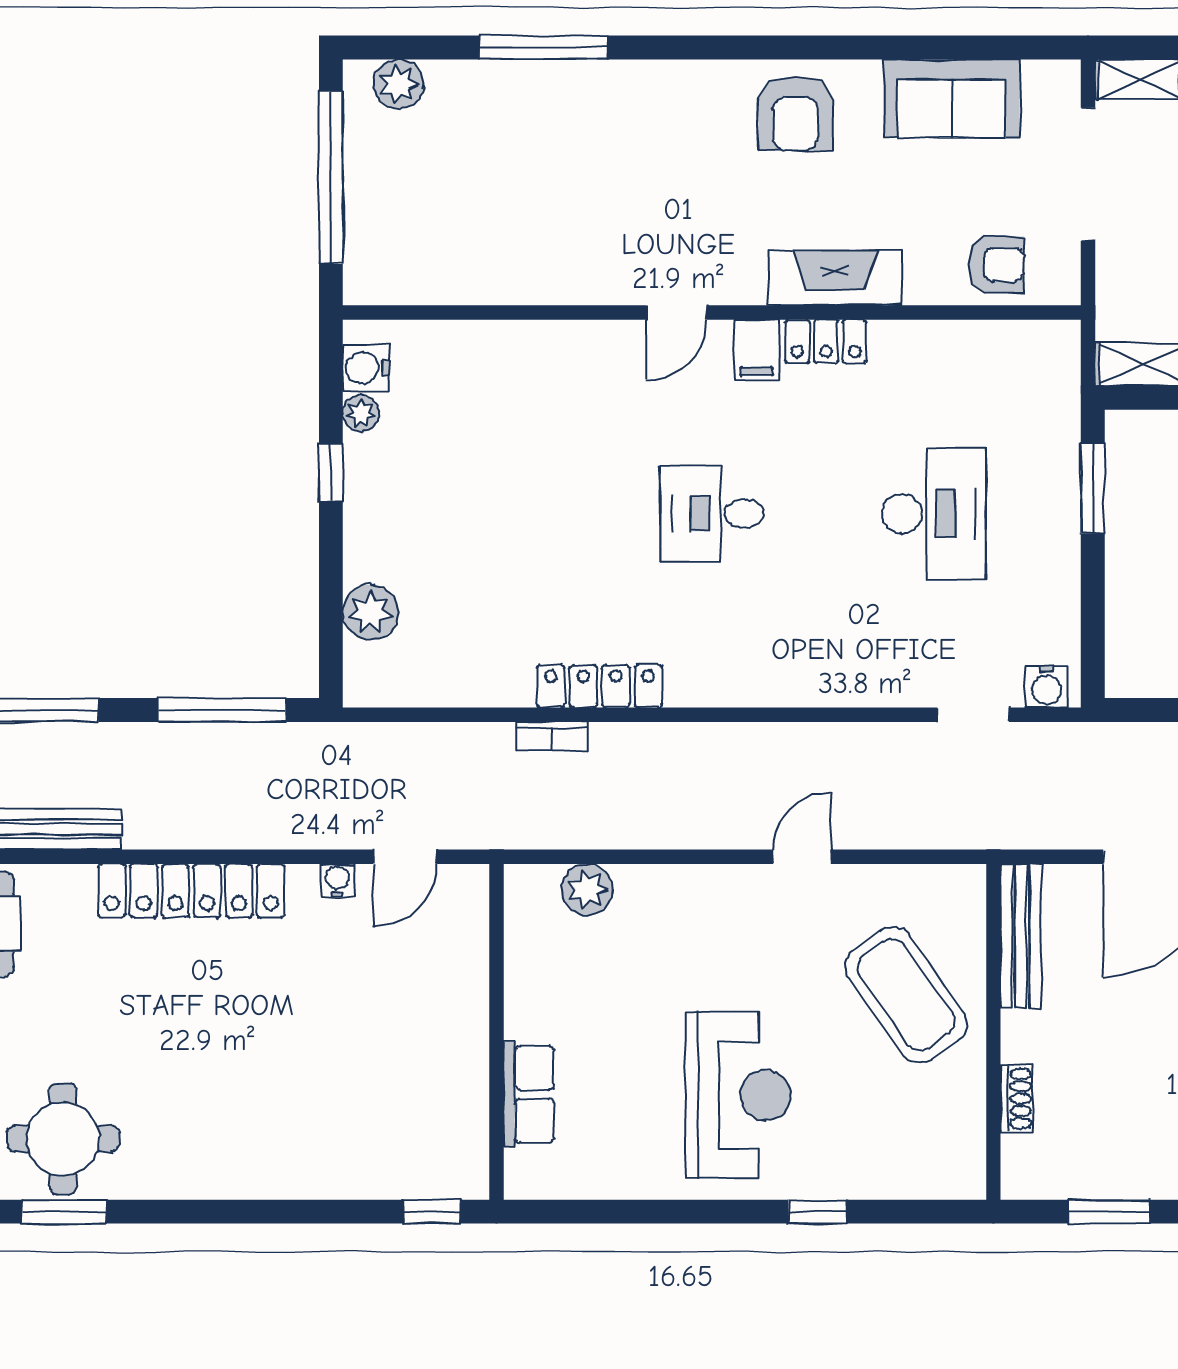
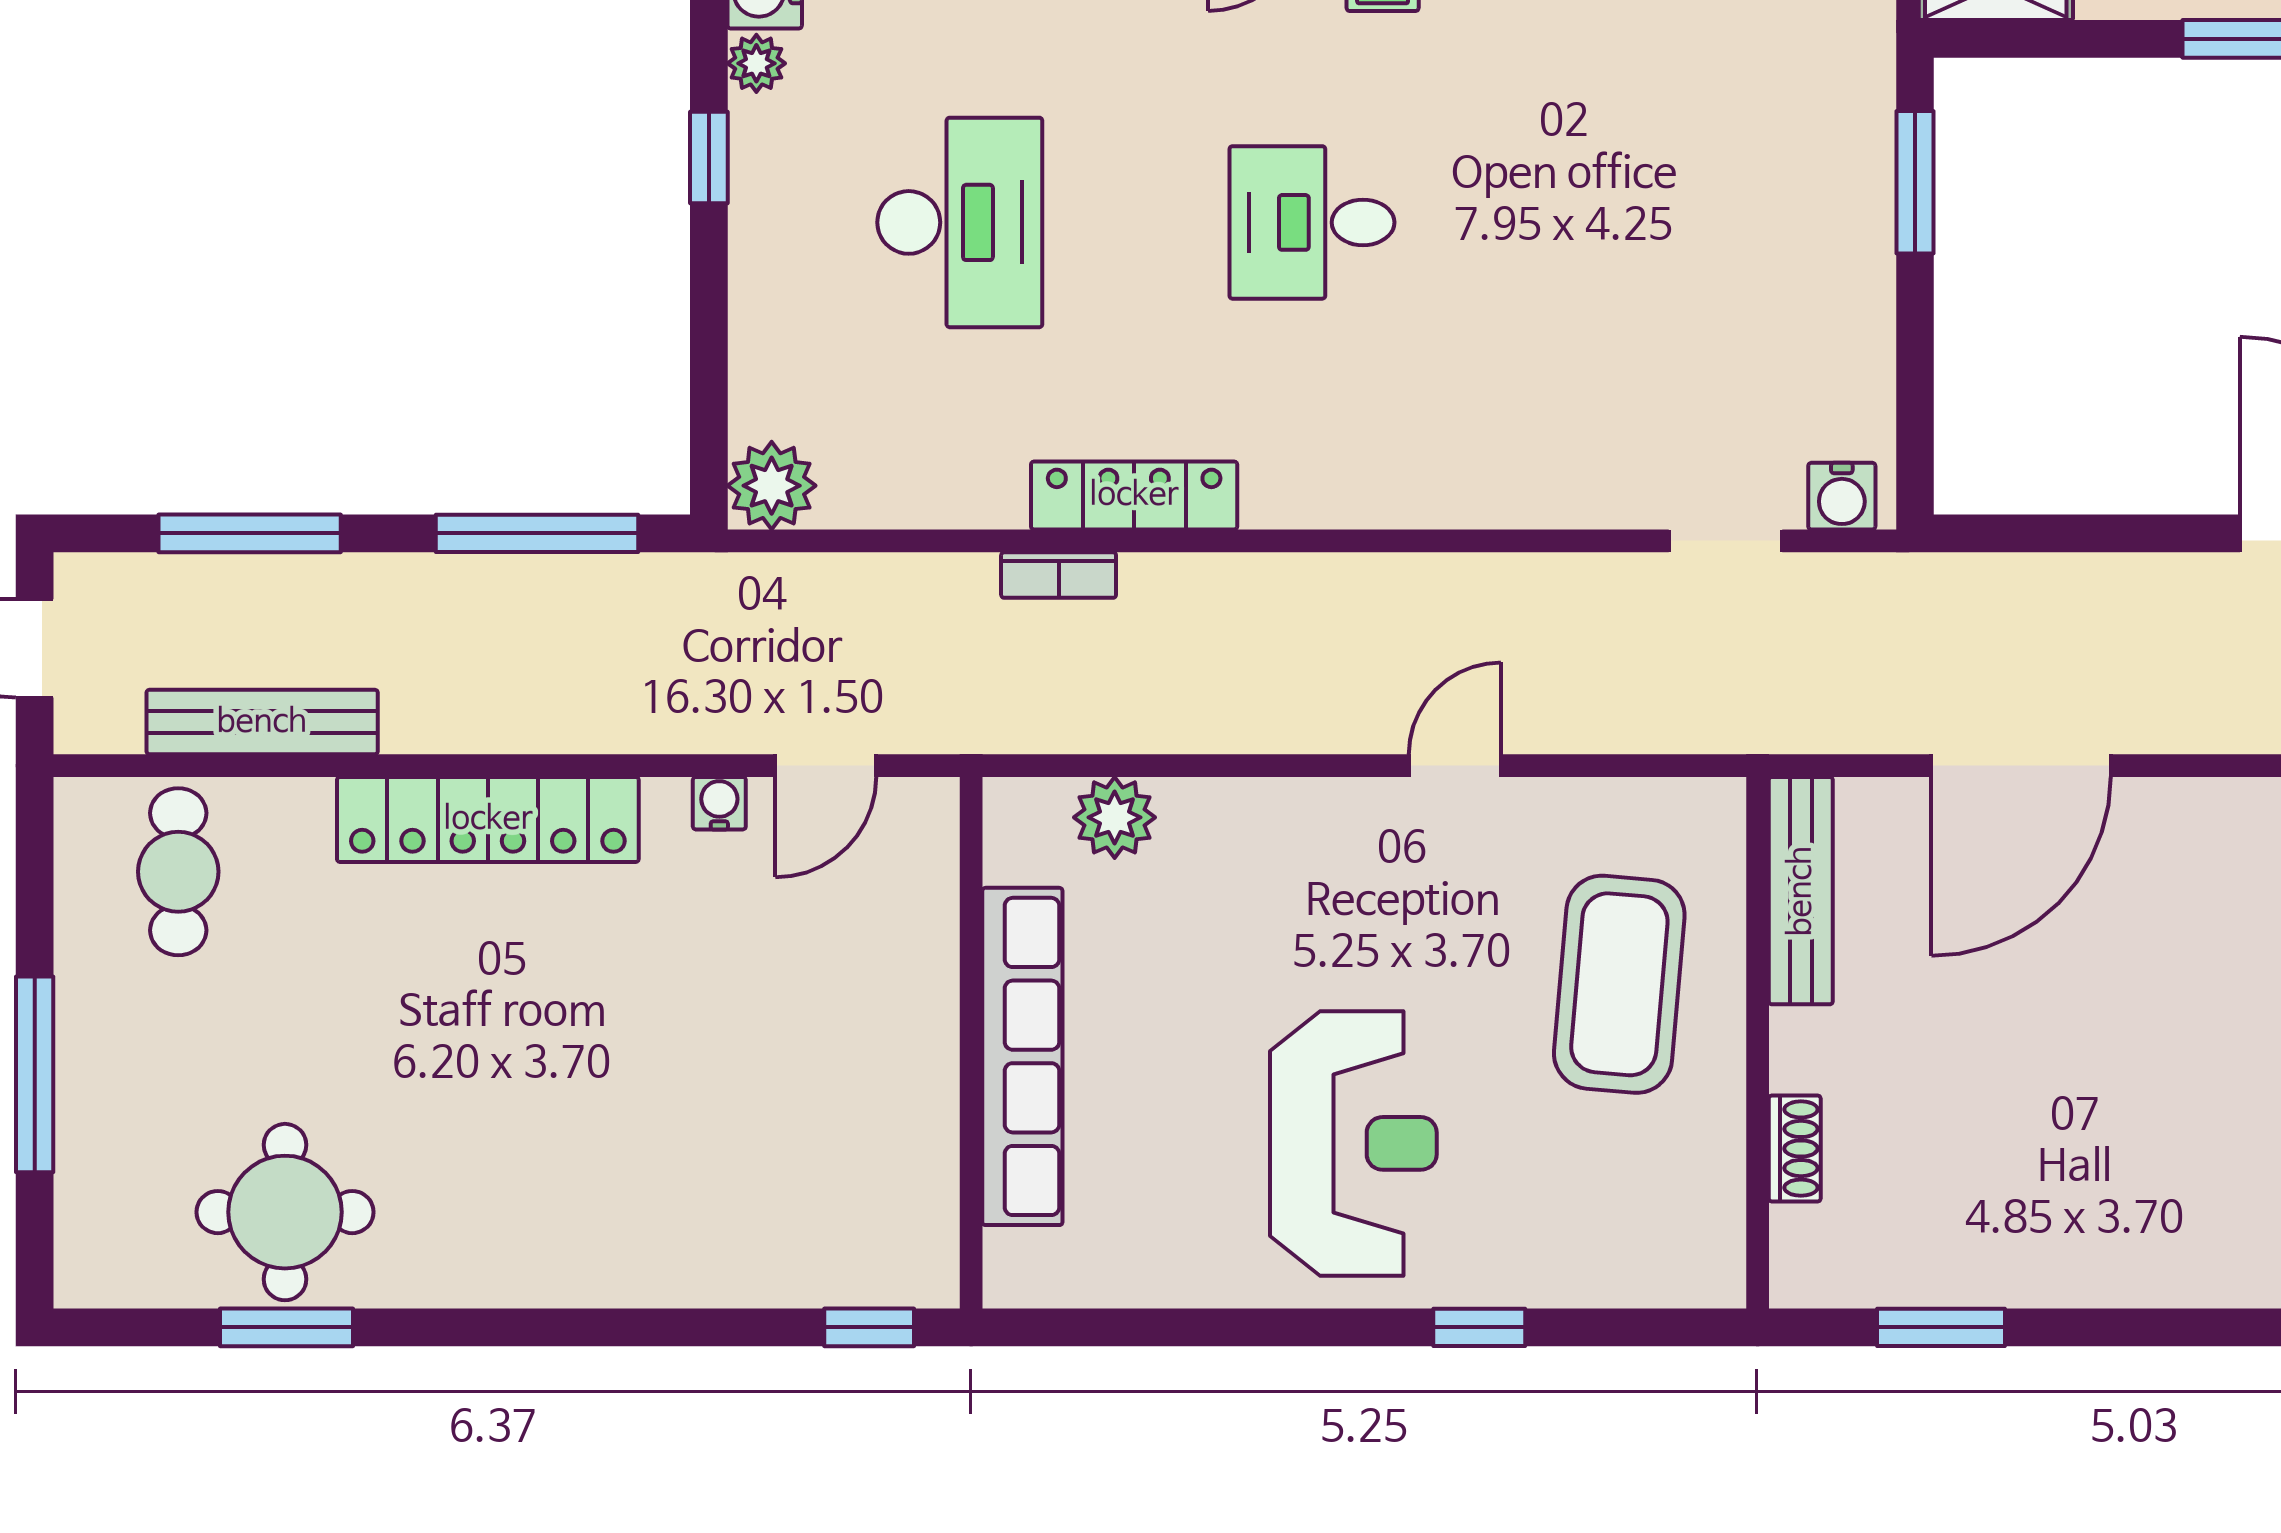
desk: (934, 514) -> (960, 222), moved
plant: (370, 612) -> (772, 486), moved
coffee table: (906, 995) -> (1619, 984), turned 40
row of seats: (529, 1094) -> (1022, 1056), width x2.02

